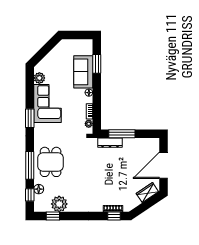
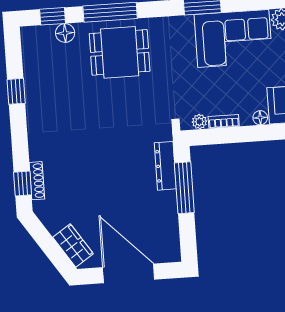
plant: (59, 204) -> (39, 75), removed
window: (53, 216) -> (16, 91), moved

